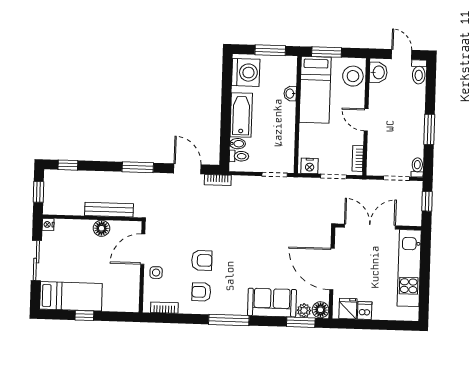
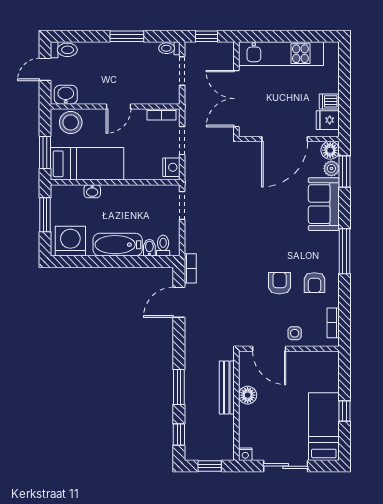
window: (138, 167) -> (179, 387), moved

